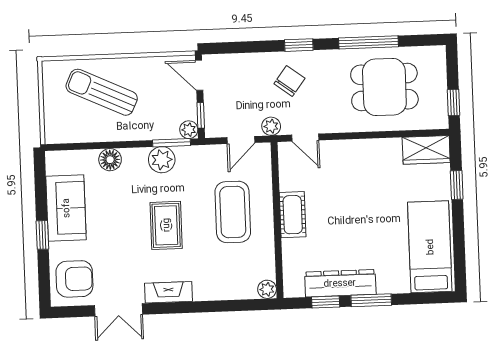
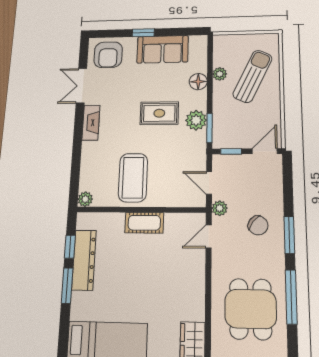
window: (299, 45) -> (289, 235), width x1.50
plant: (189, 130) -> (220, 74), moved
coffee table: (233, 212) -> (133, 178), moved, turned 90
rug: (166, 225) -> (159, 113), moved

